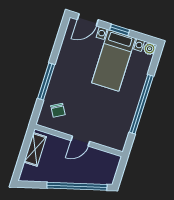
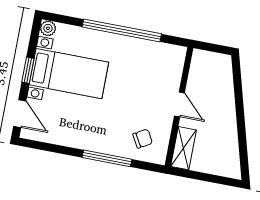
shelving: (35, 149) -> (183, 148), moved, turned 90
window: (77, 186) -> (239, 102), removed

